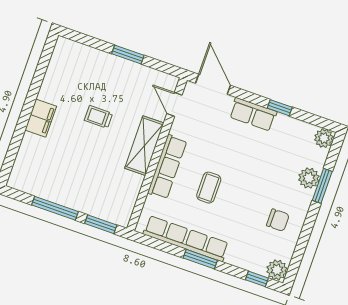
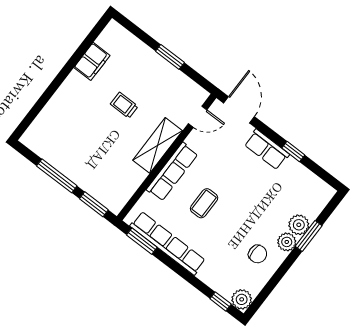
door: (174, 104) -> (198, 117), swing flipped
filing cabinet: (41, 118) -> (92, 61), moved
plant: (324, 138) -> (287, 242), moved
window: (200, 259) -> (142, 241), moved

